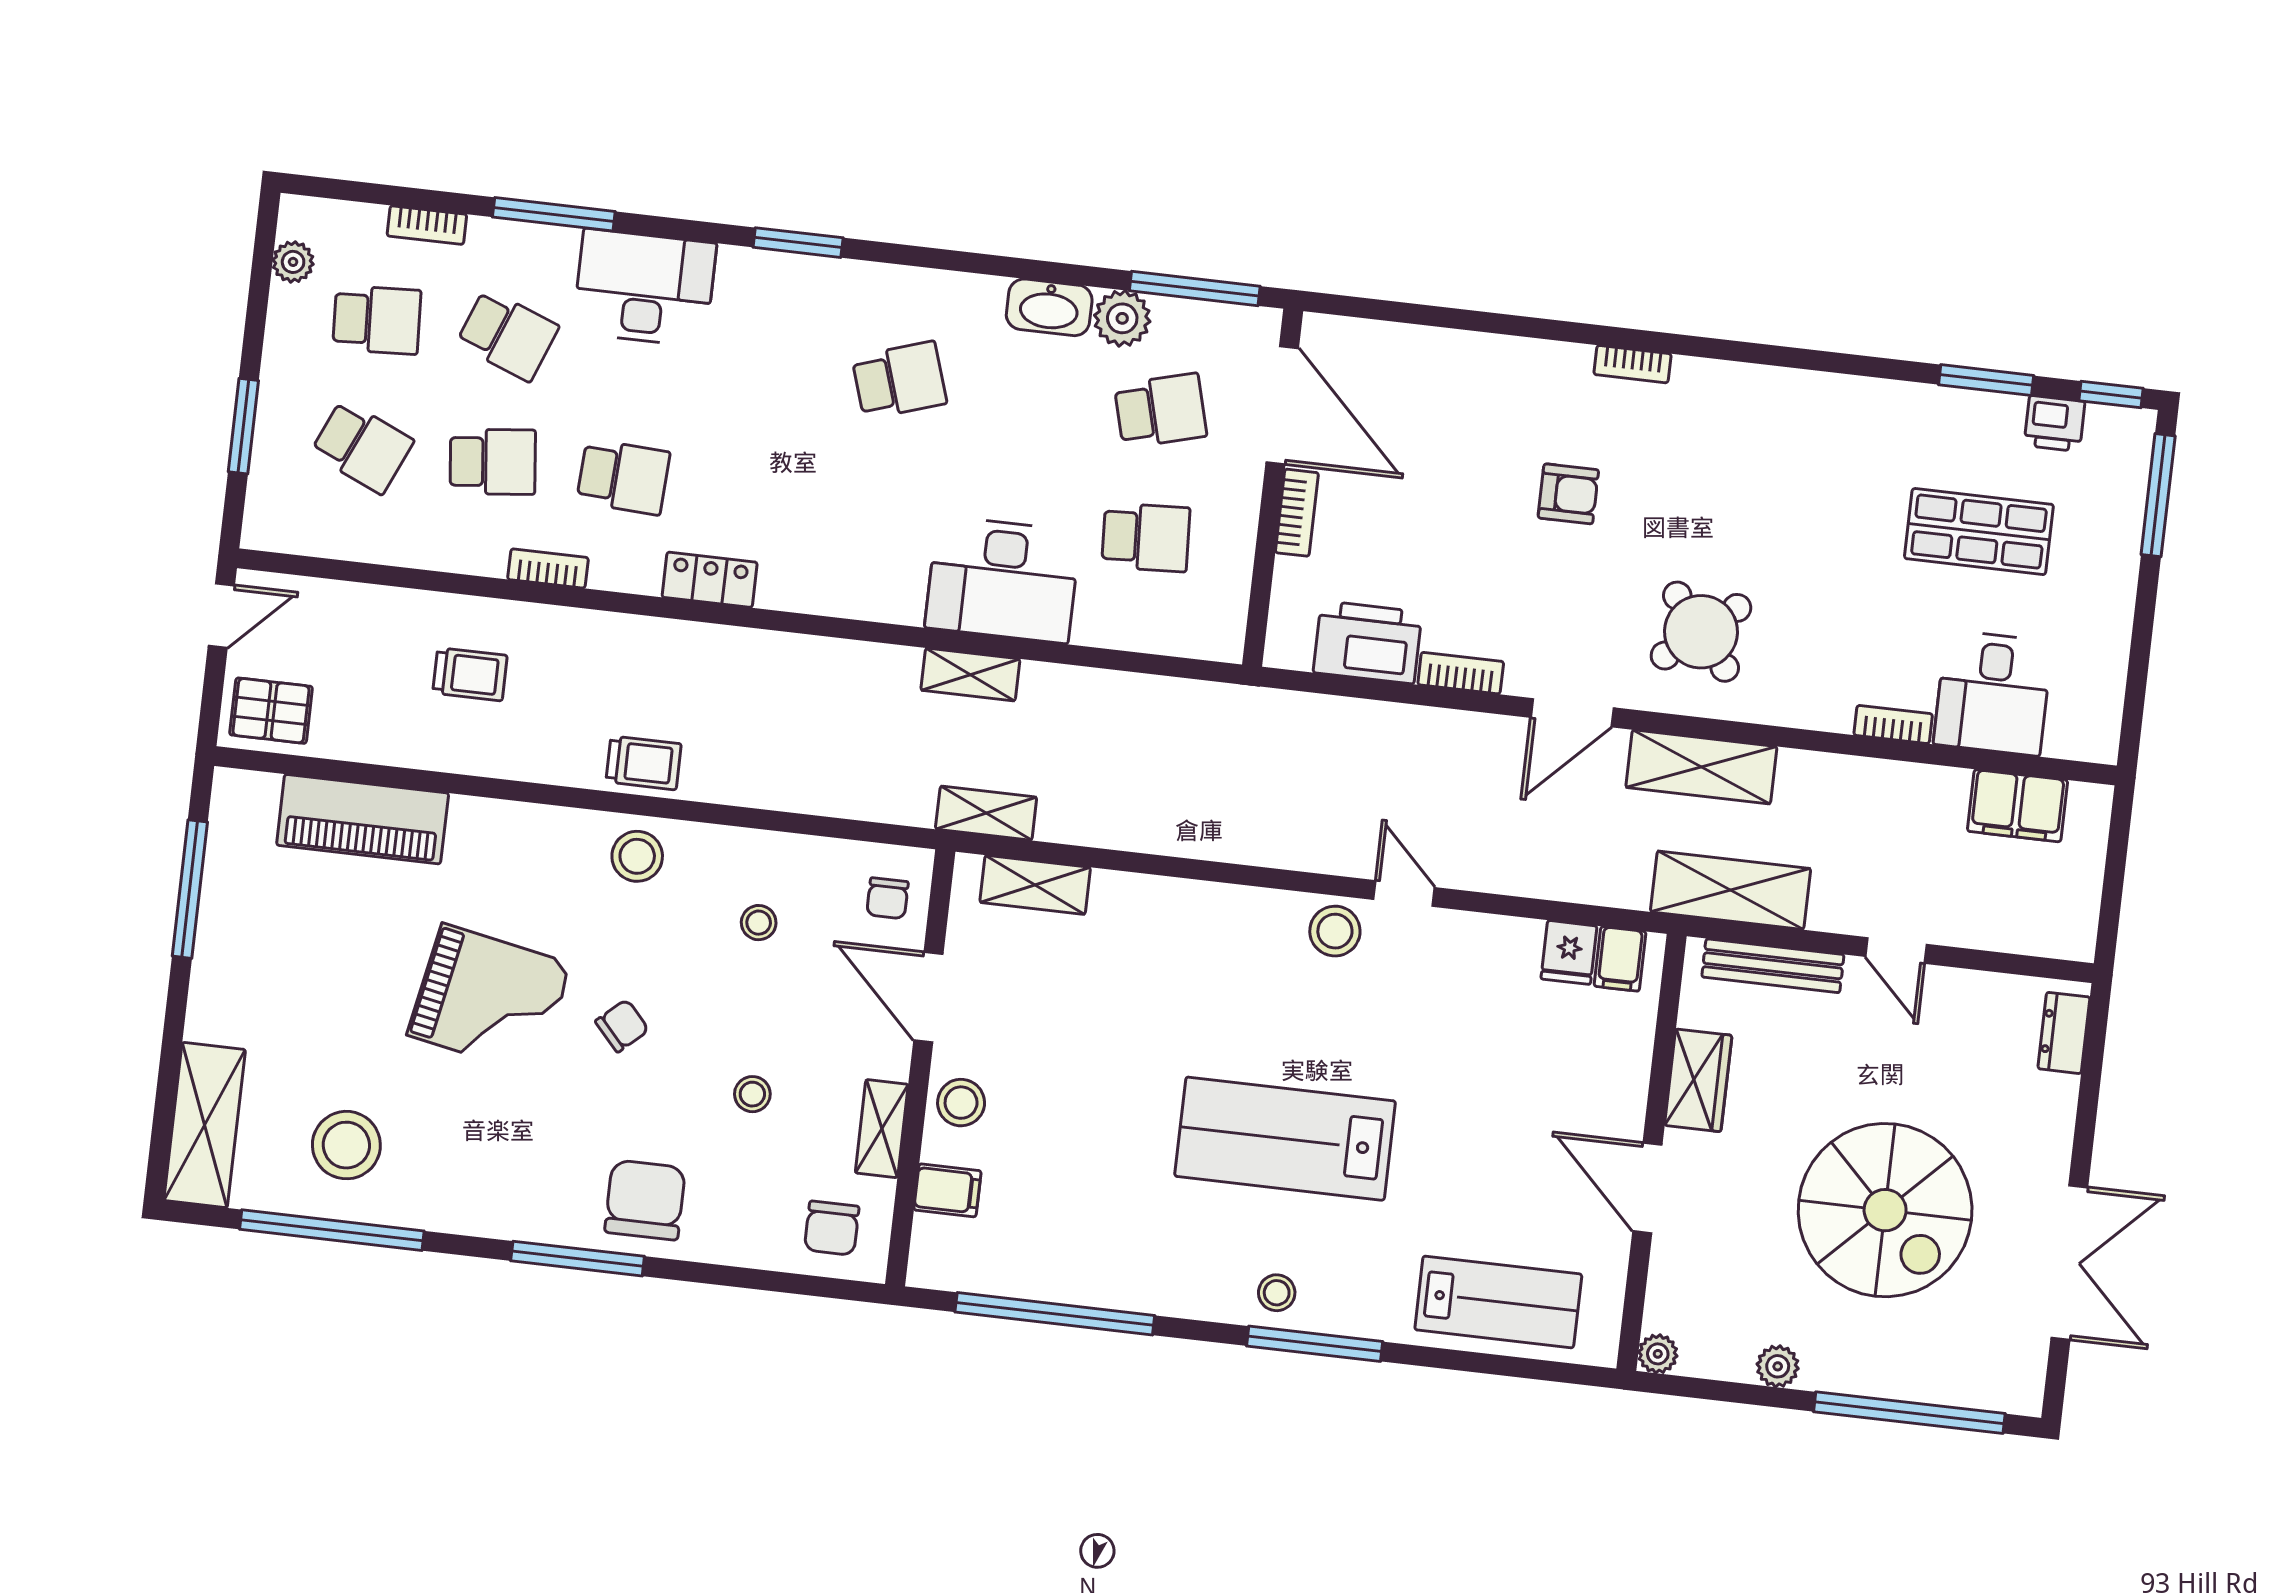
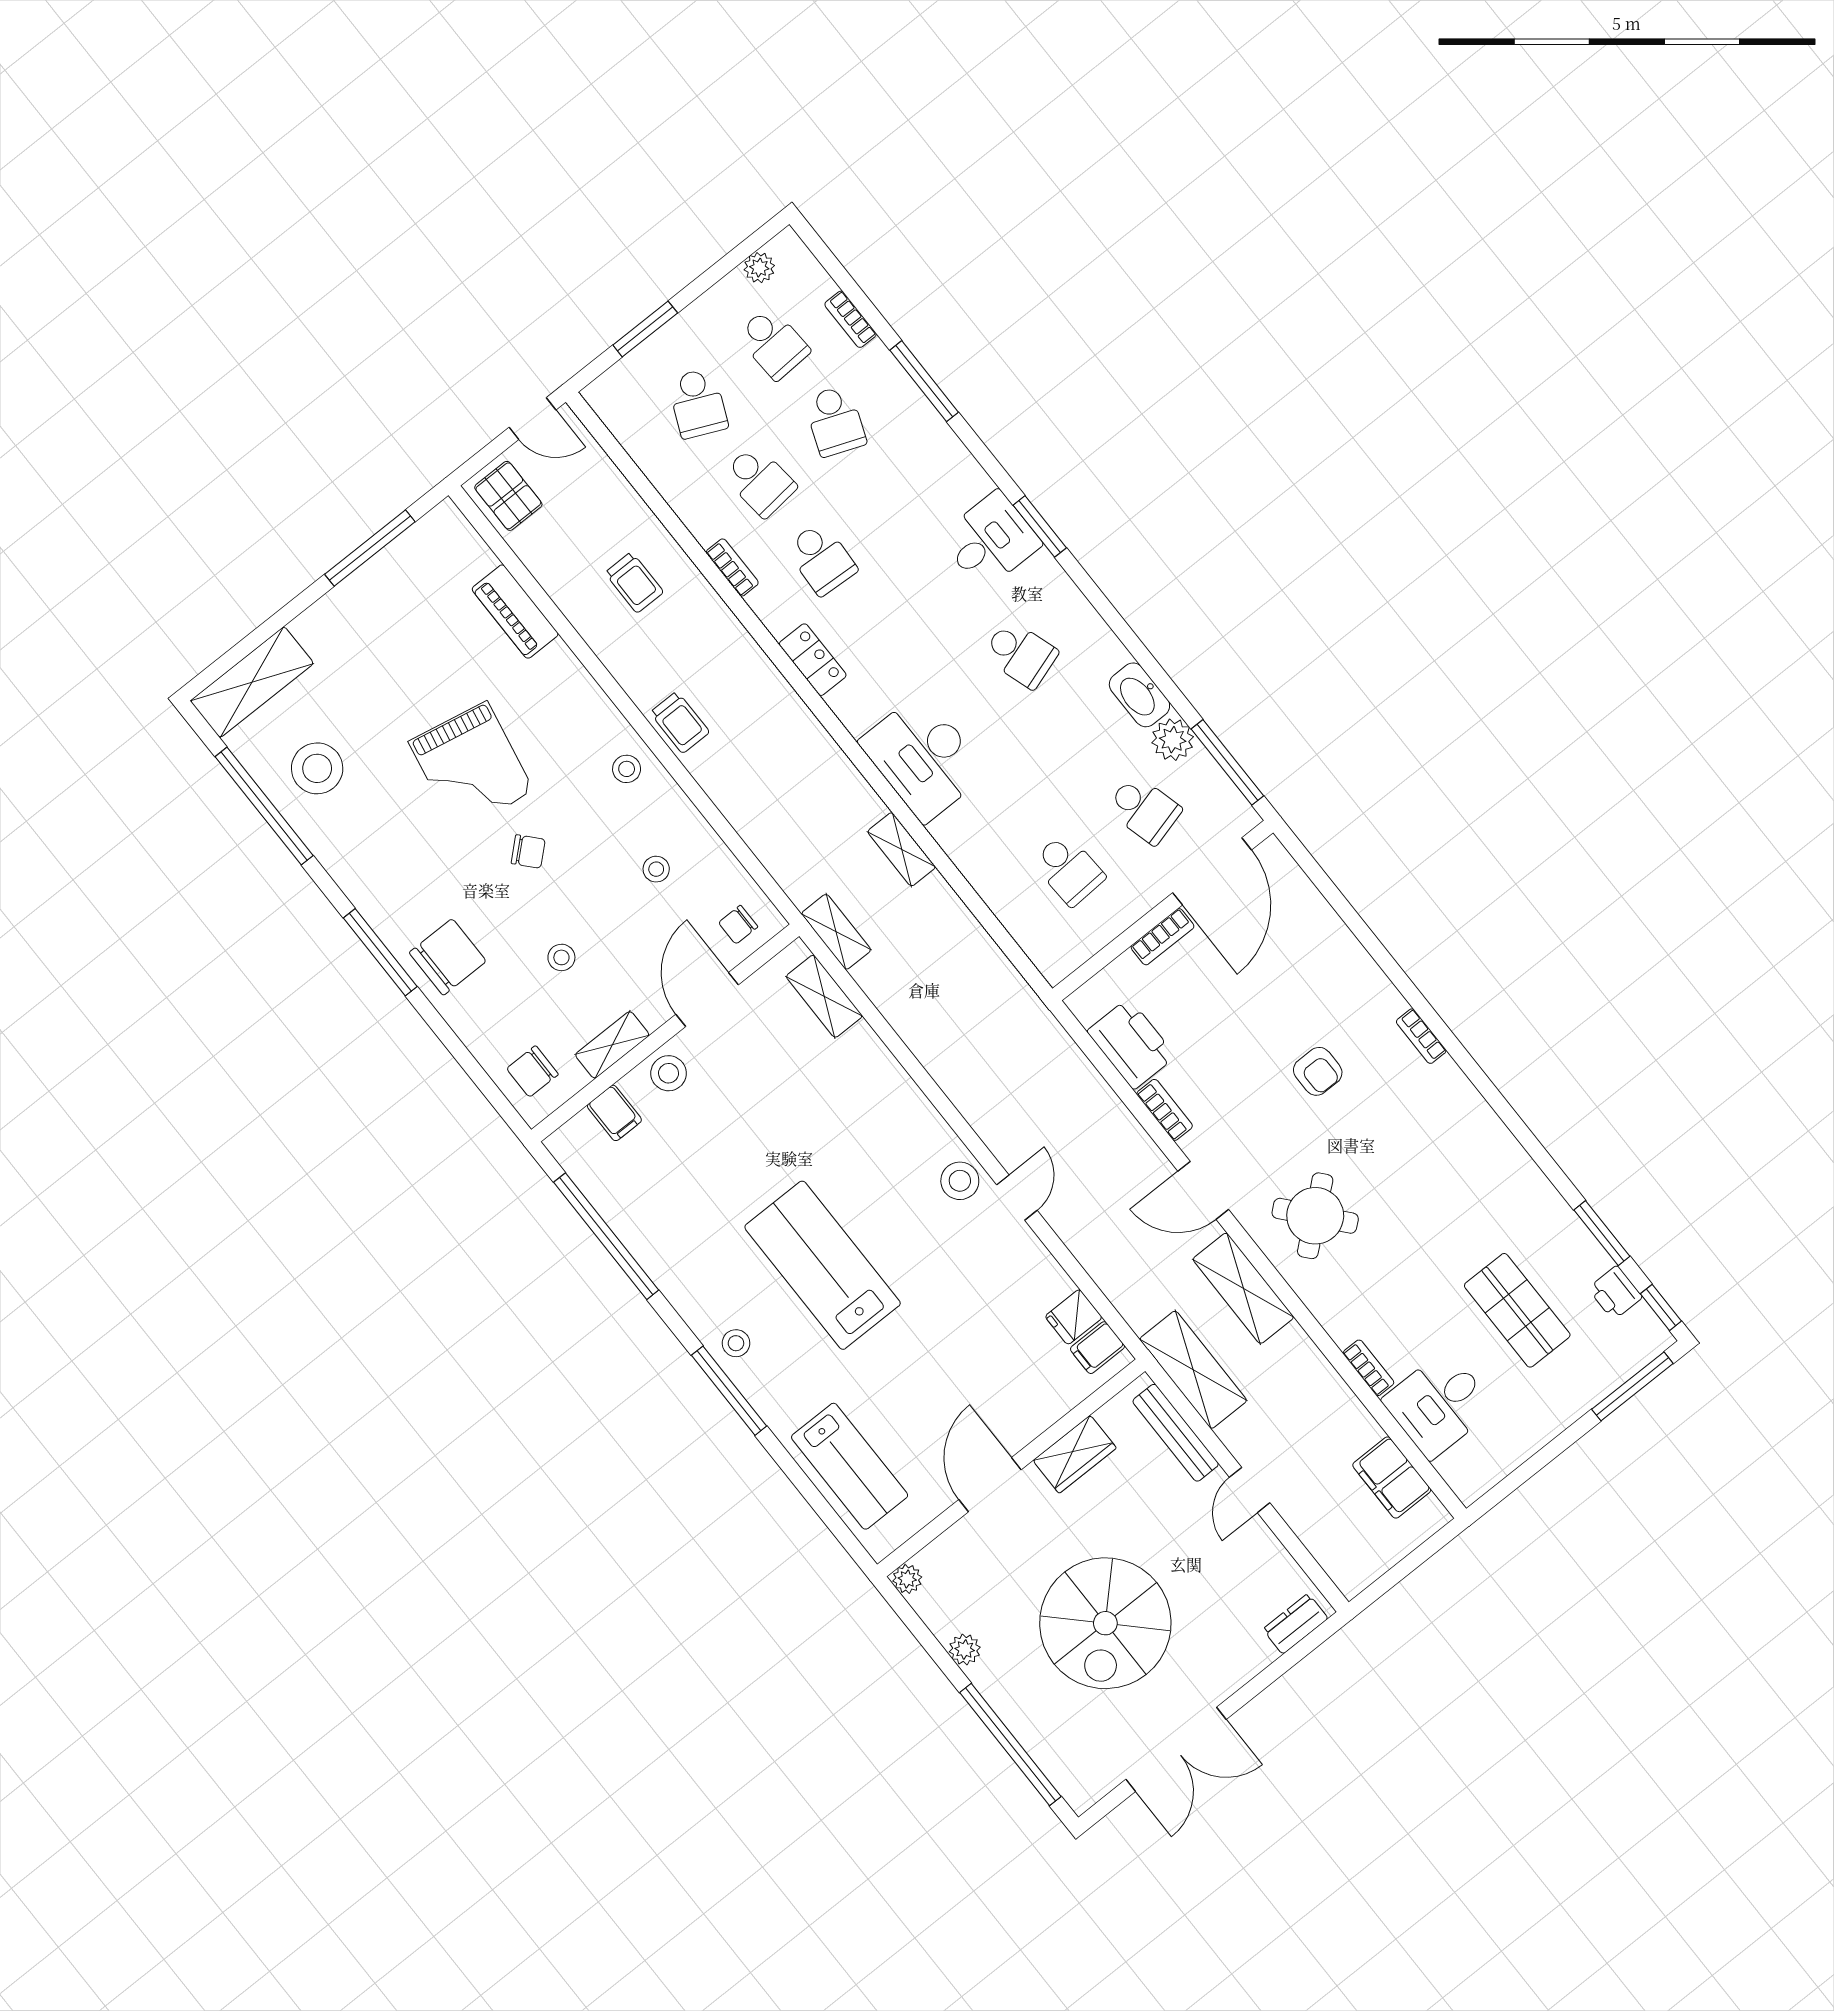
desk: (644, 288) -> (990, 540), moved, width x0.73
desk: (1003, 580) -> (923, 757), moved
piano: (363, 819) -> (515, 612), width x0.73, depth x0.75
stool: (637, 856) -> (627, 769), width x0.73, depth x0.73

